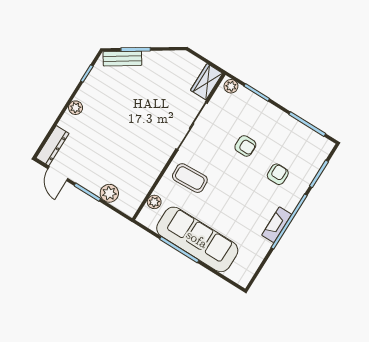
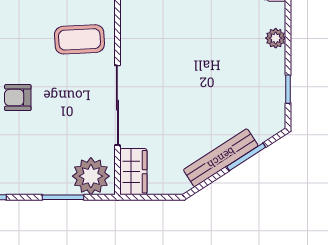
bench: (122, 59) -> (221, 158), moved, width x1.36
plant: (231, 86) -> (91, 176), width x1.88, depth x1.88
armchair: (245, 146) -> (18, 98), moved

